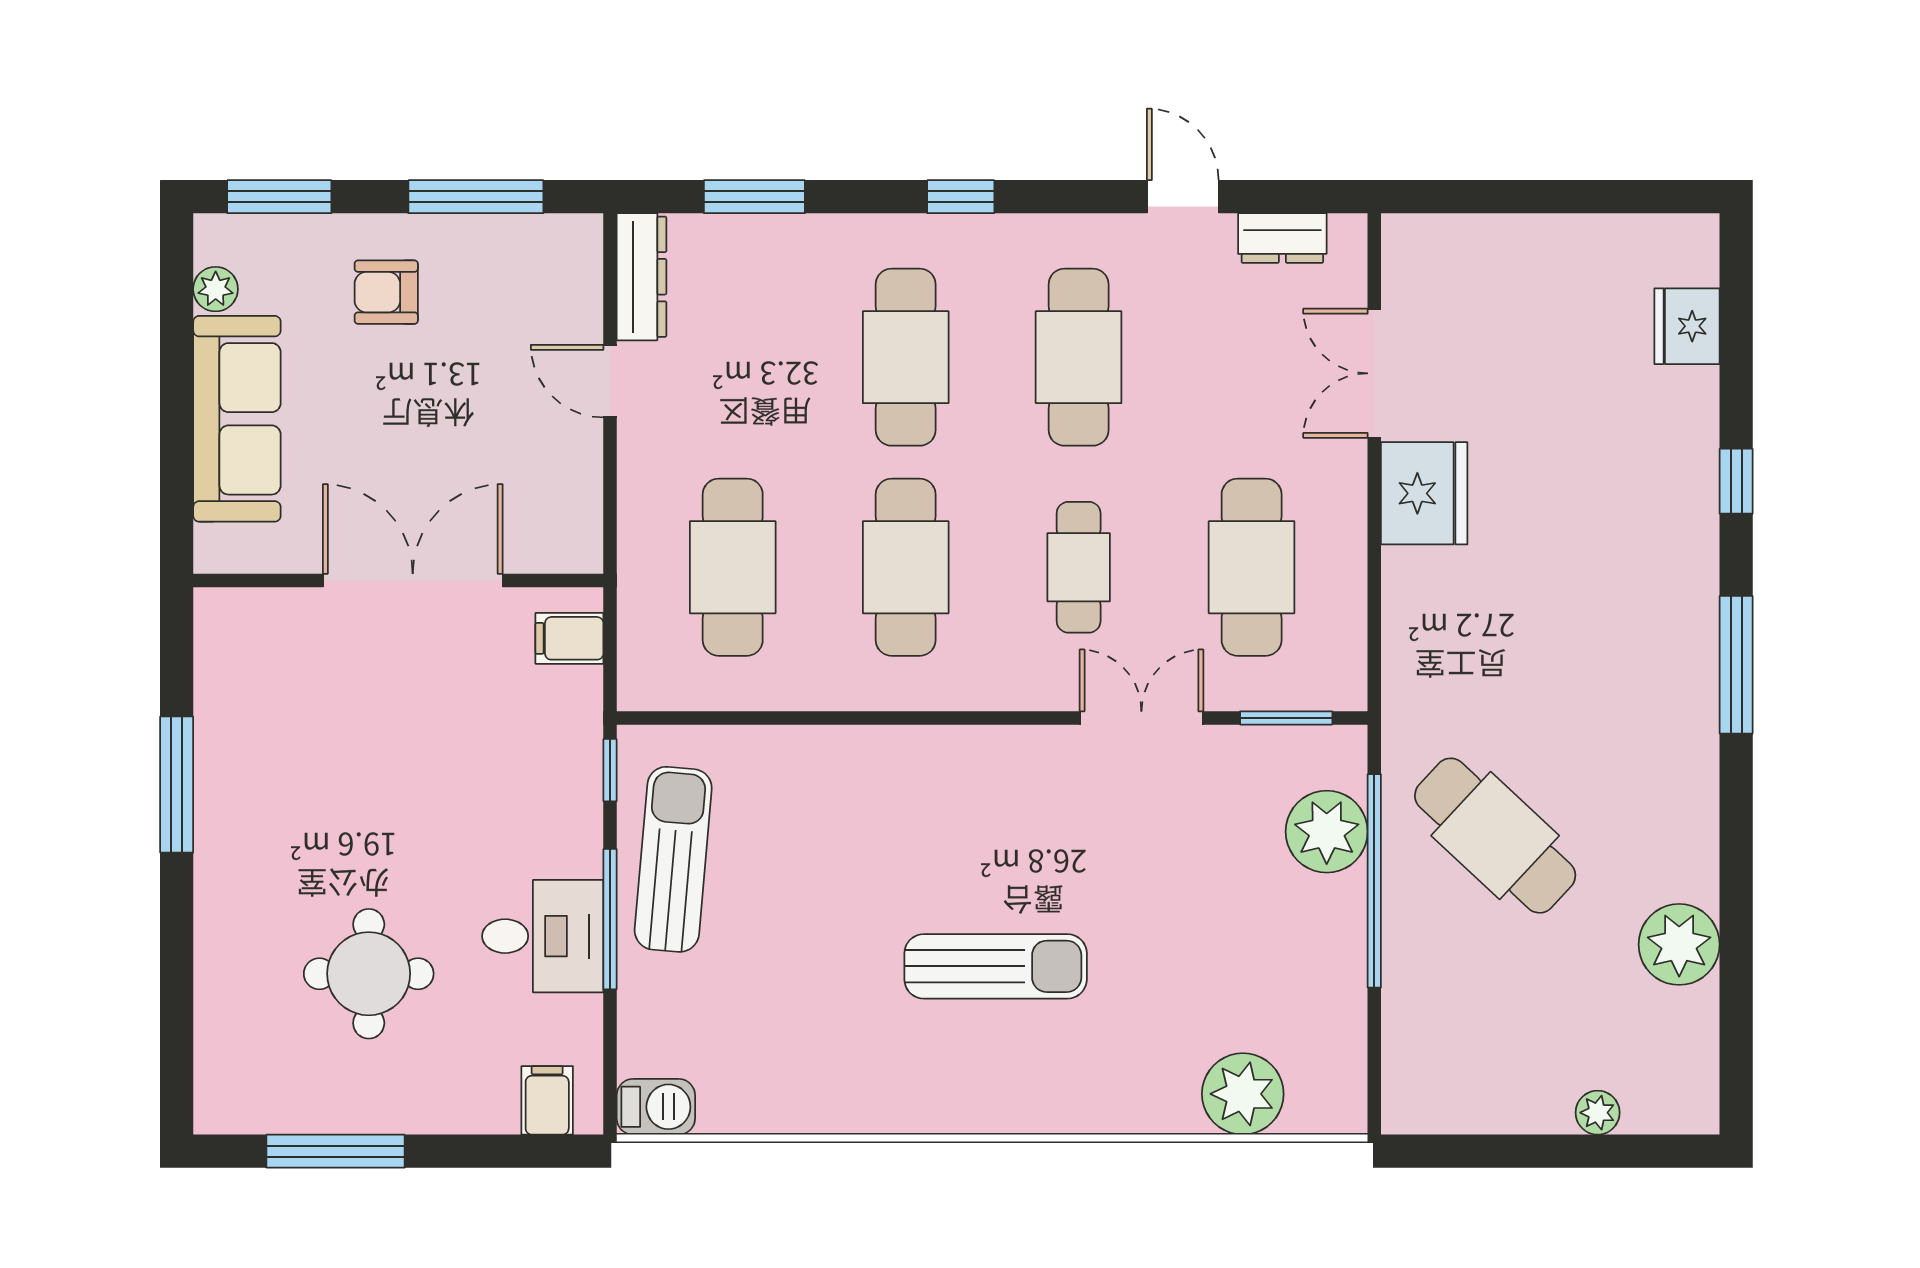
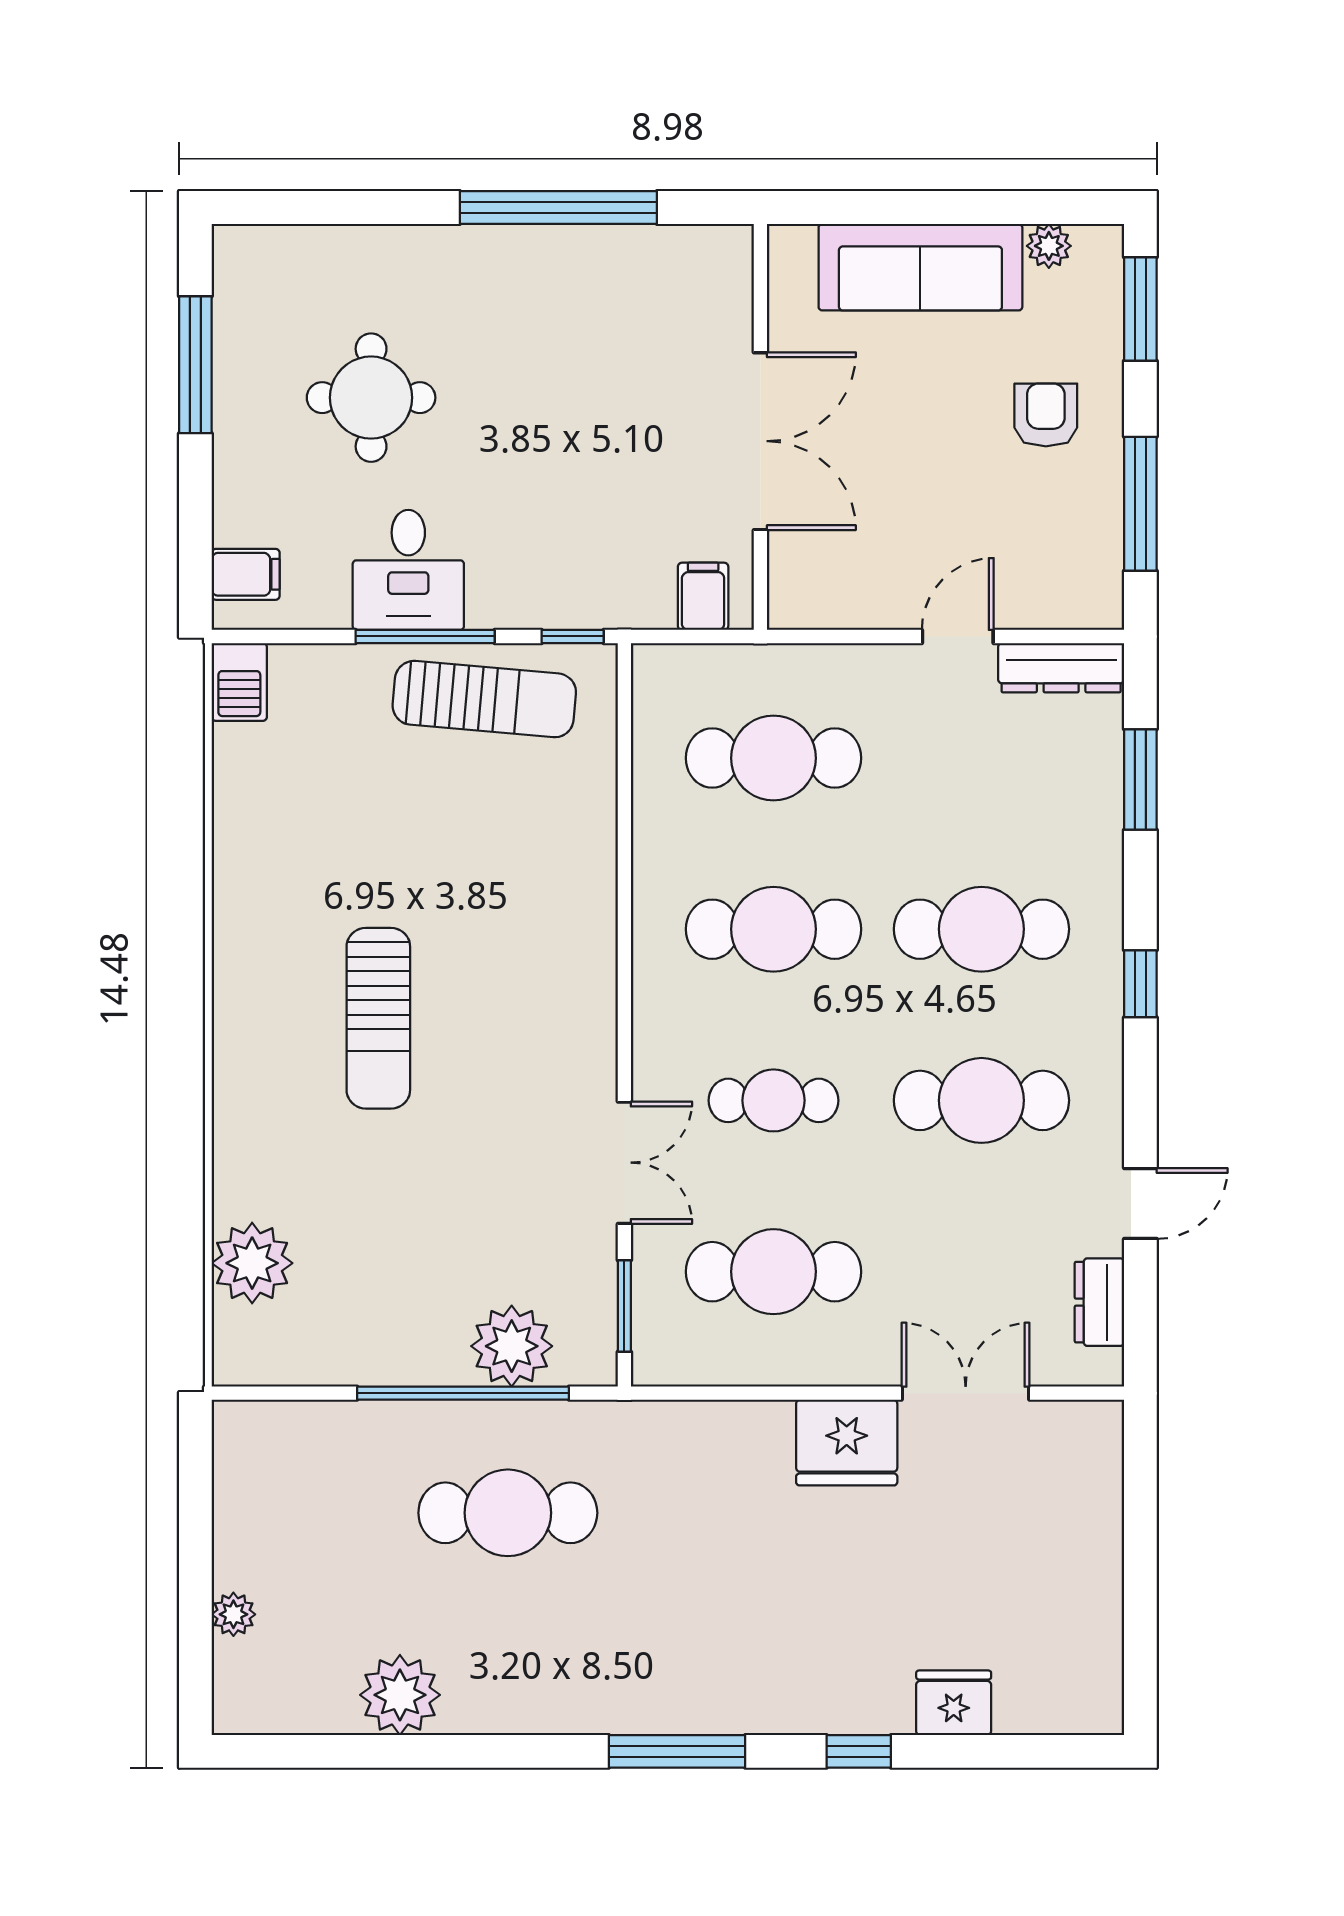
fridge: (1687, 326) -> (954, 1703), moved
window: (177, 785) -> (558, 208), width x1.46
cafe table: (1495, 836) -> (508, 1513), turned 47

